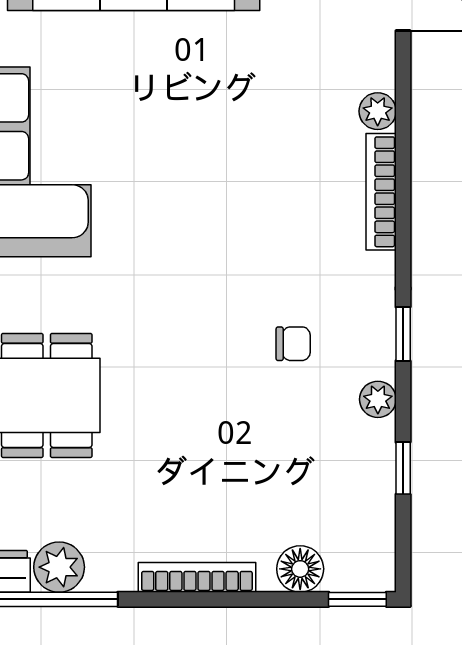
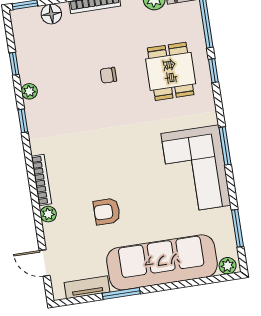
armchair: (242, 97) -> (107, 212), added
chair: (293, 344) -> (108, 75), moved

